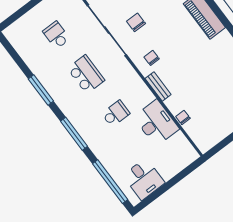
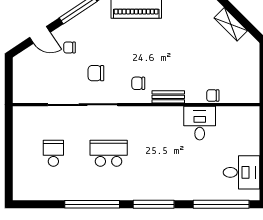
school desk: (56, 35) -> (53, 153), turned 90
window: (41, 90) -> (92, 204), width x1.46
school desk: (116, 114) -> (164, 153), removed
desk: (156, 123) -> (200, 123), width x0.73

